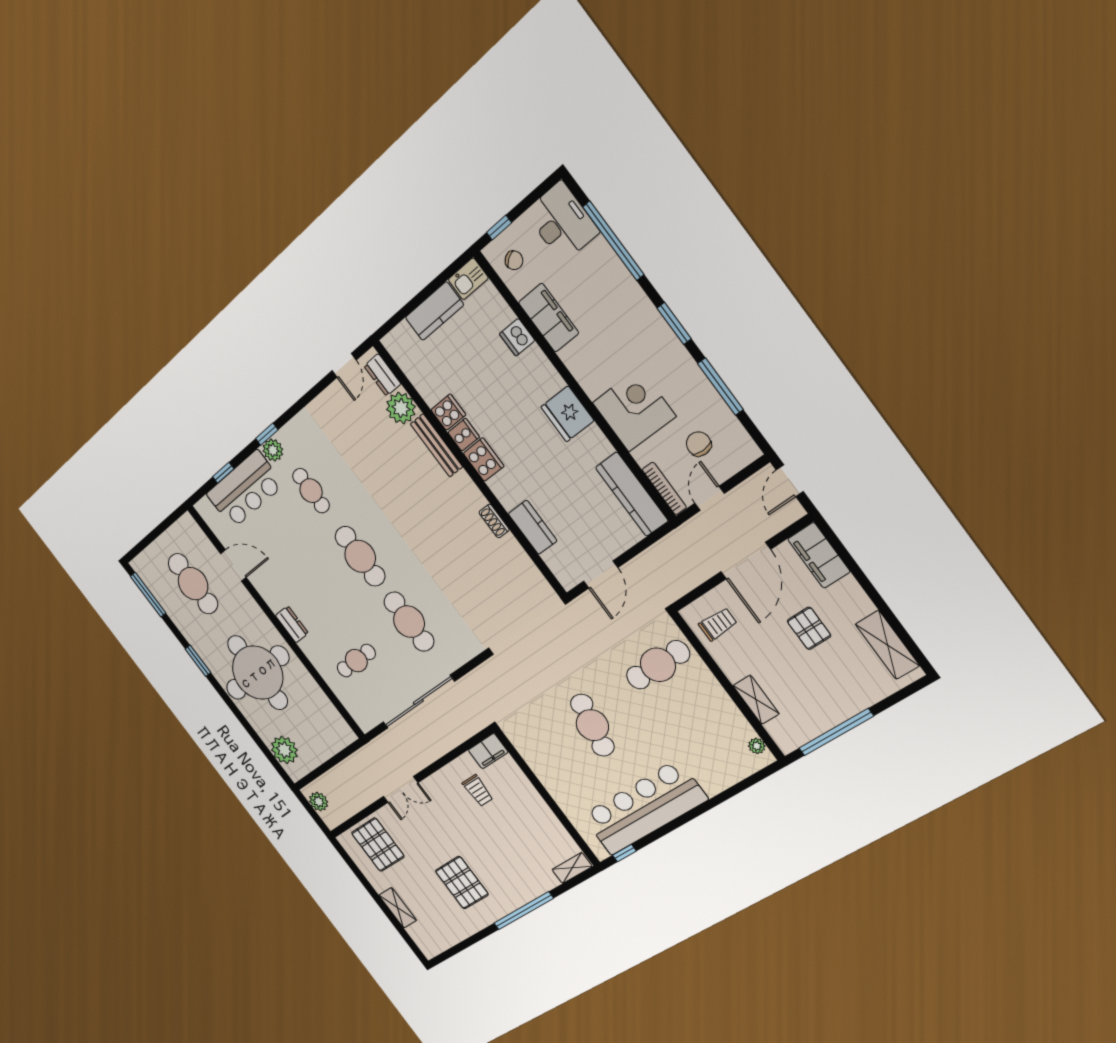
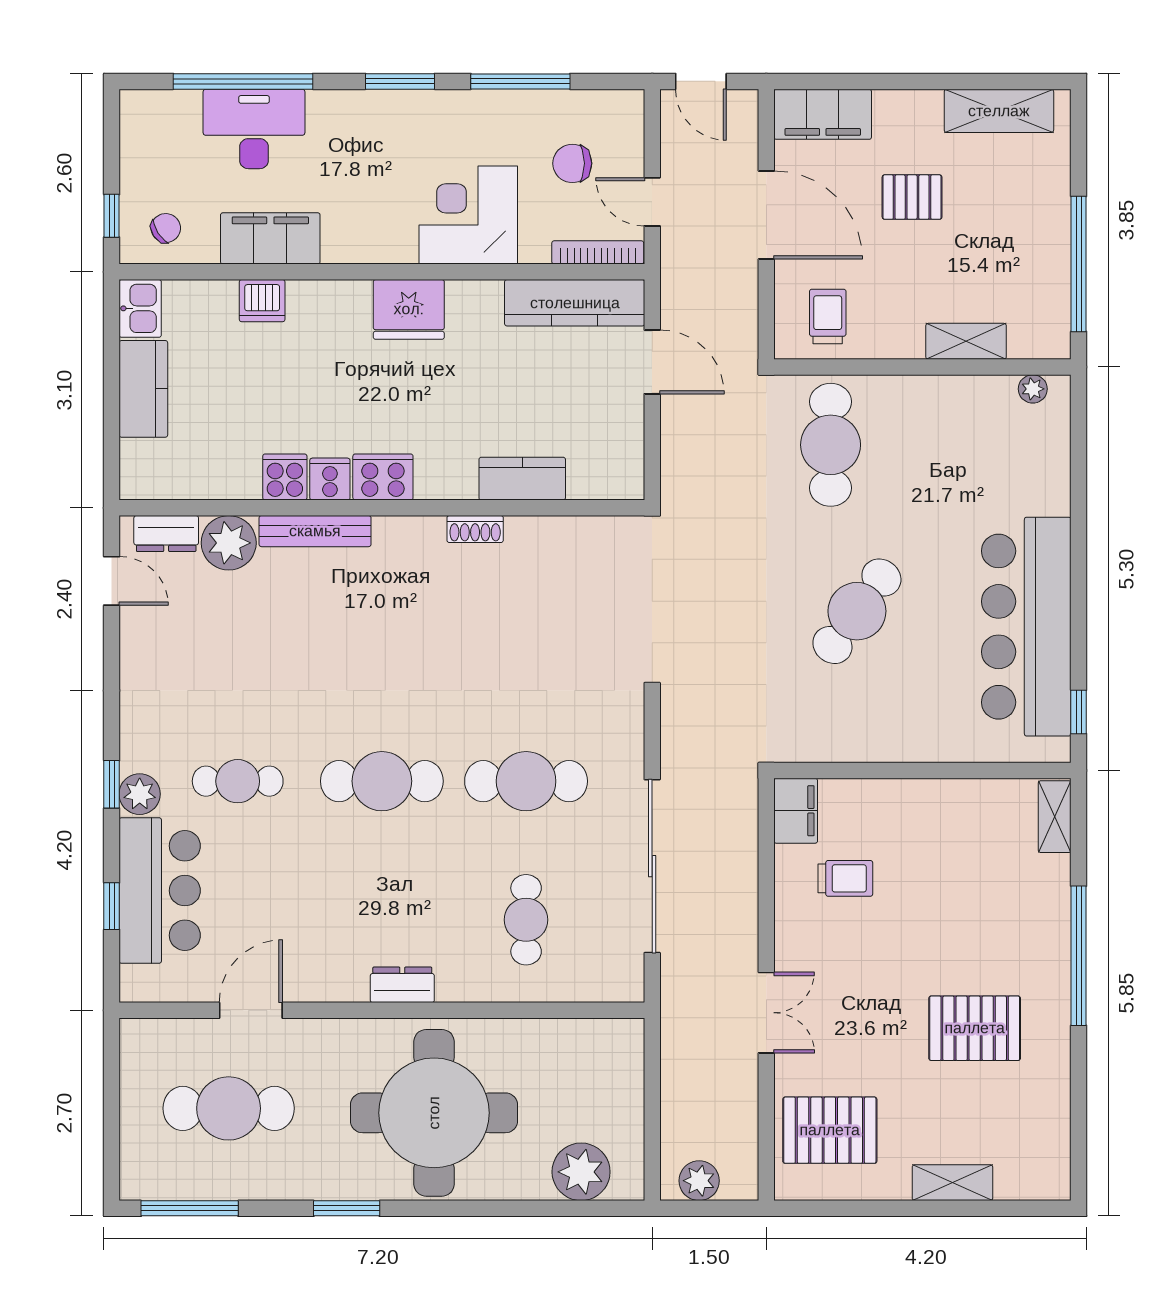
desk: (562, 222) -> (254, 129), moved
door: (601, 575) -> (652, 362), moved
cafe table: (592, 725) -> (857, 611), turned -65

